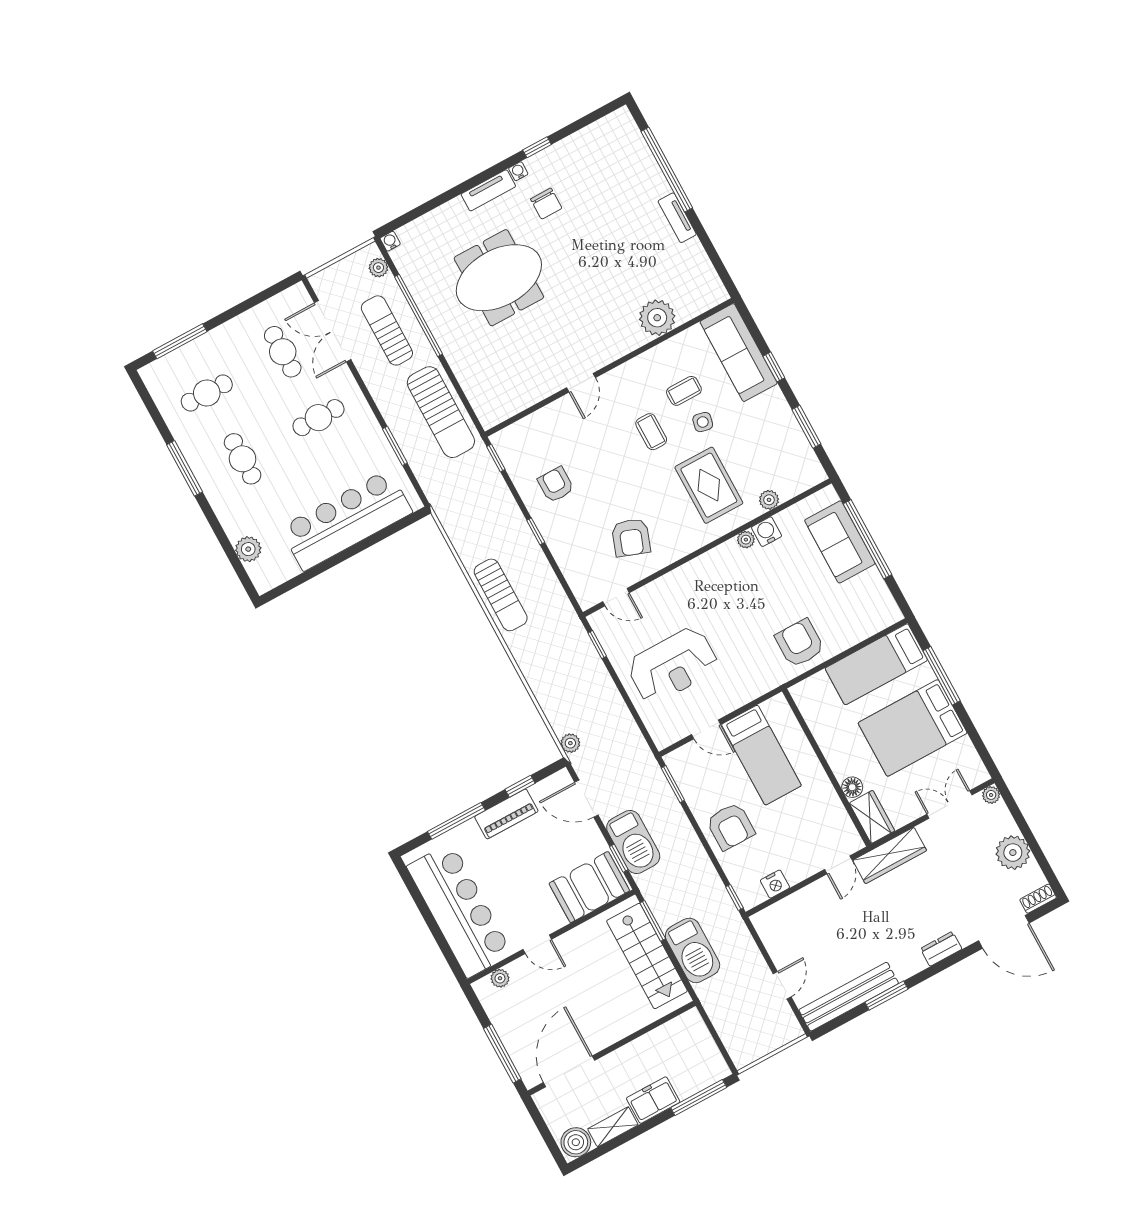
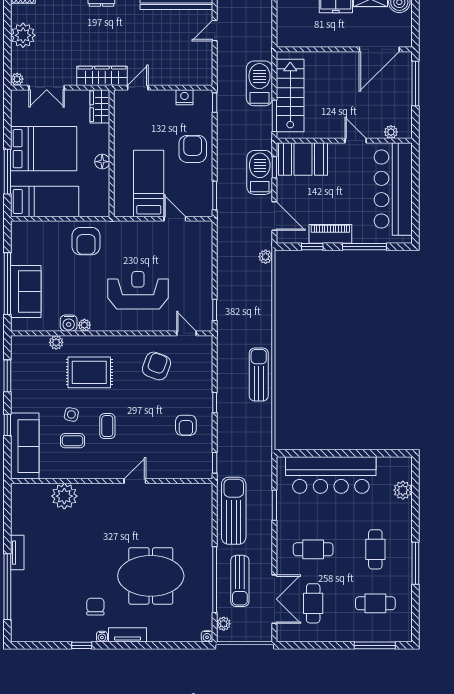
rug: (709, 485) -> (89, 372), turned 90
reception desk: (673, 665) -> (138, 290), moved
floor lamp: (852, 787) -> (102, 162), moved

